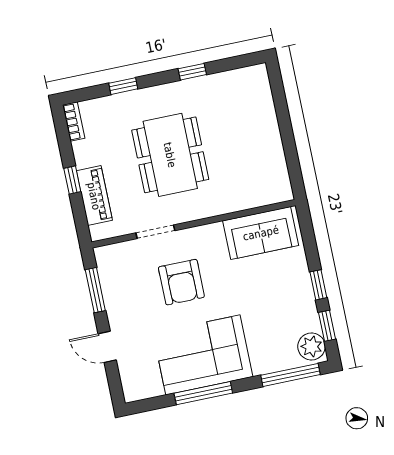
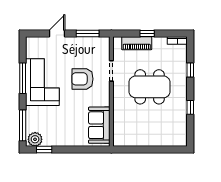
window: (318, 285) -> (66, 150), removed

